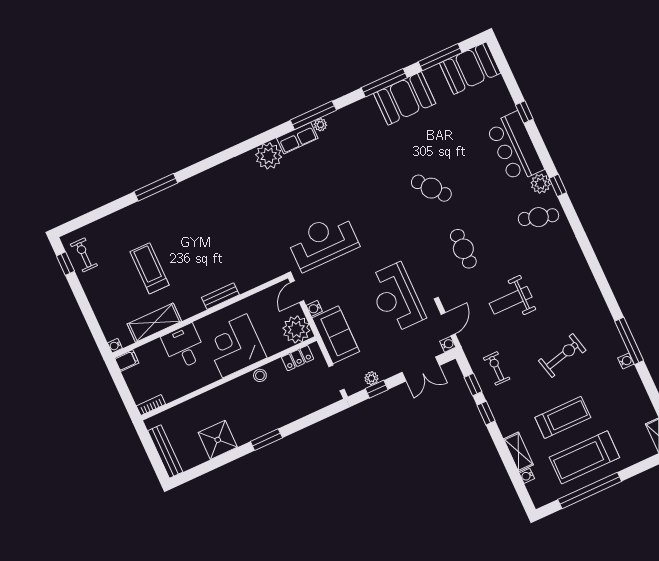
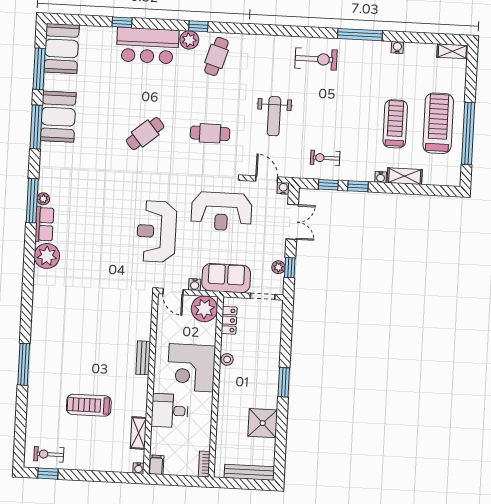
reception desk: (323, 242) -> (156, 231), moved
shelving: (154, 323) -> (138, 433), width x0.67, depth x0.75
exercise bike: (562, 356) -> (316, 59), moved, turned 104
water cooler: (626, 361) -> (397, 47), moved
treadmill: (584, 457) -> (438, 123), turned 180
water cooler: (527, 476) -> (381, 177), moved

